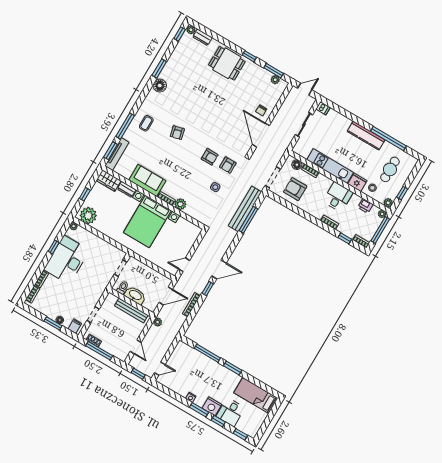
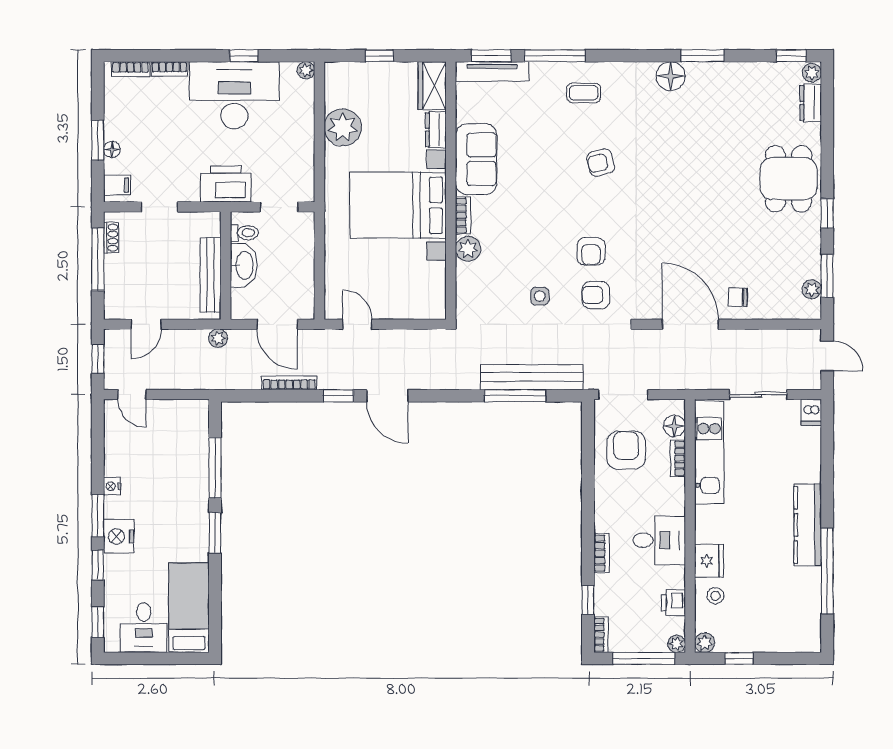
door: (261, 135) -> (690, 324), hinge flipped
kitchen unit: (330, 166) -> (709, 452), moved
cafe table: (390, 169) -> (770, 609), removed
plant: (88, 216) -> (343, 127), moved
printer: (99, 284) -> (226, 184), added
desk: (231, 412) -> (144, 627), moved, turned -90

